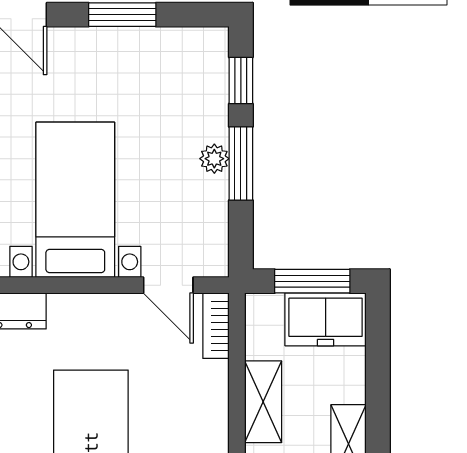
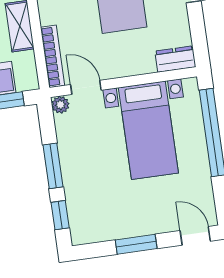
plant: (214, 159) -> (60, 105), moved
bookcase: (216, 326) -> (53, 56), width x1.56

